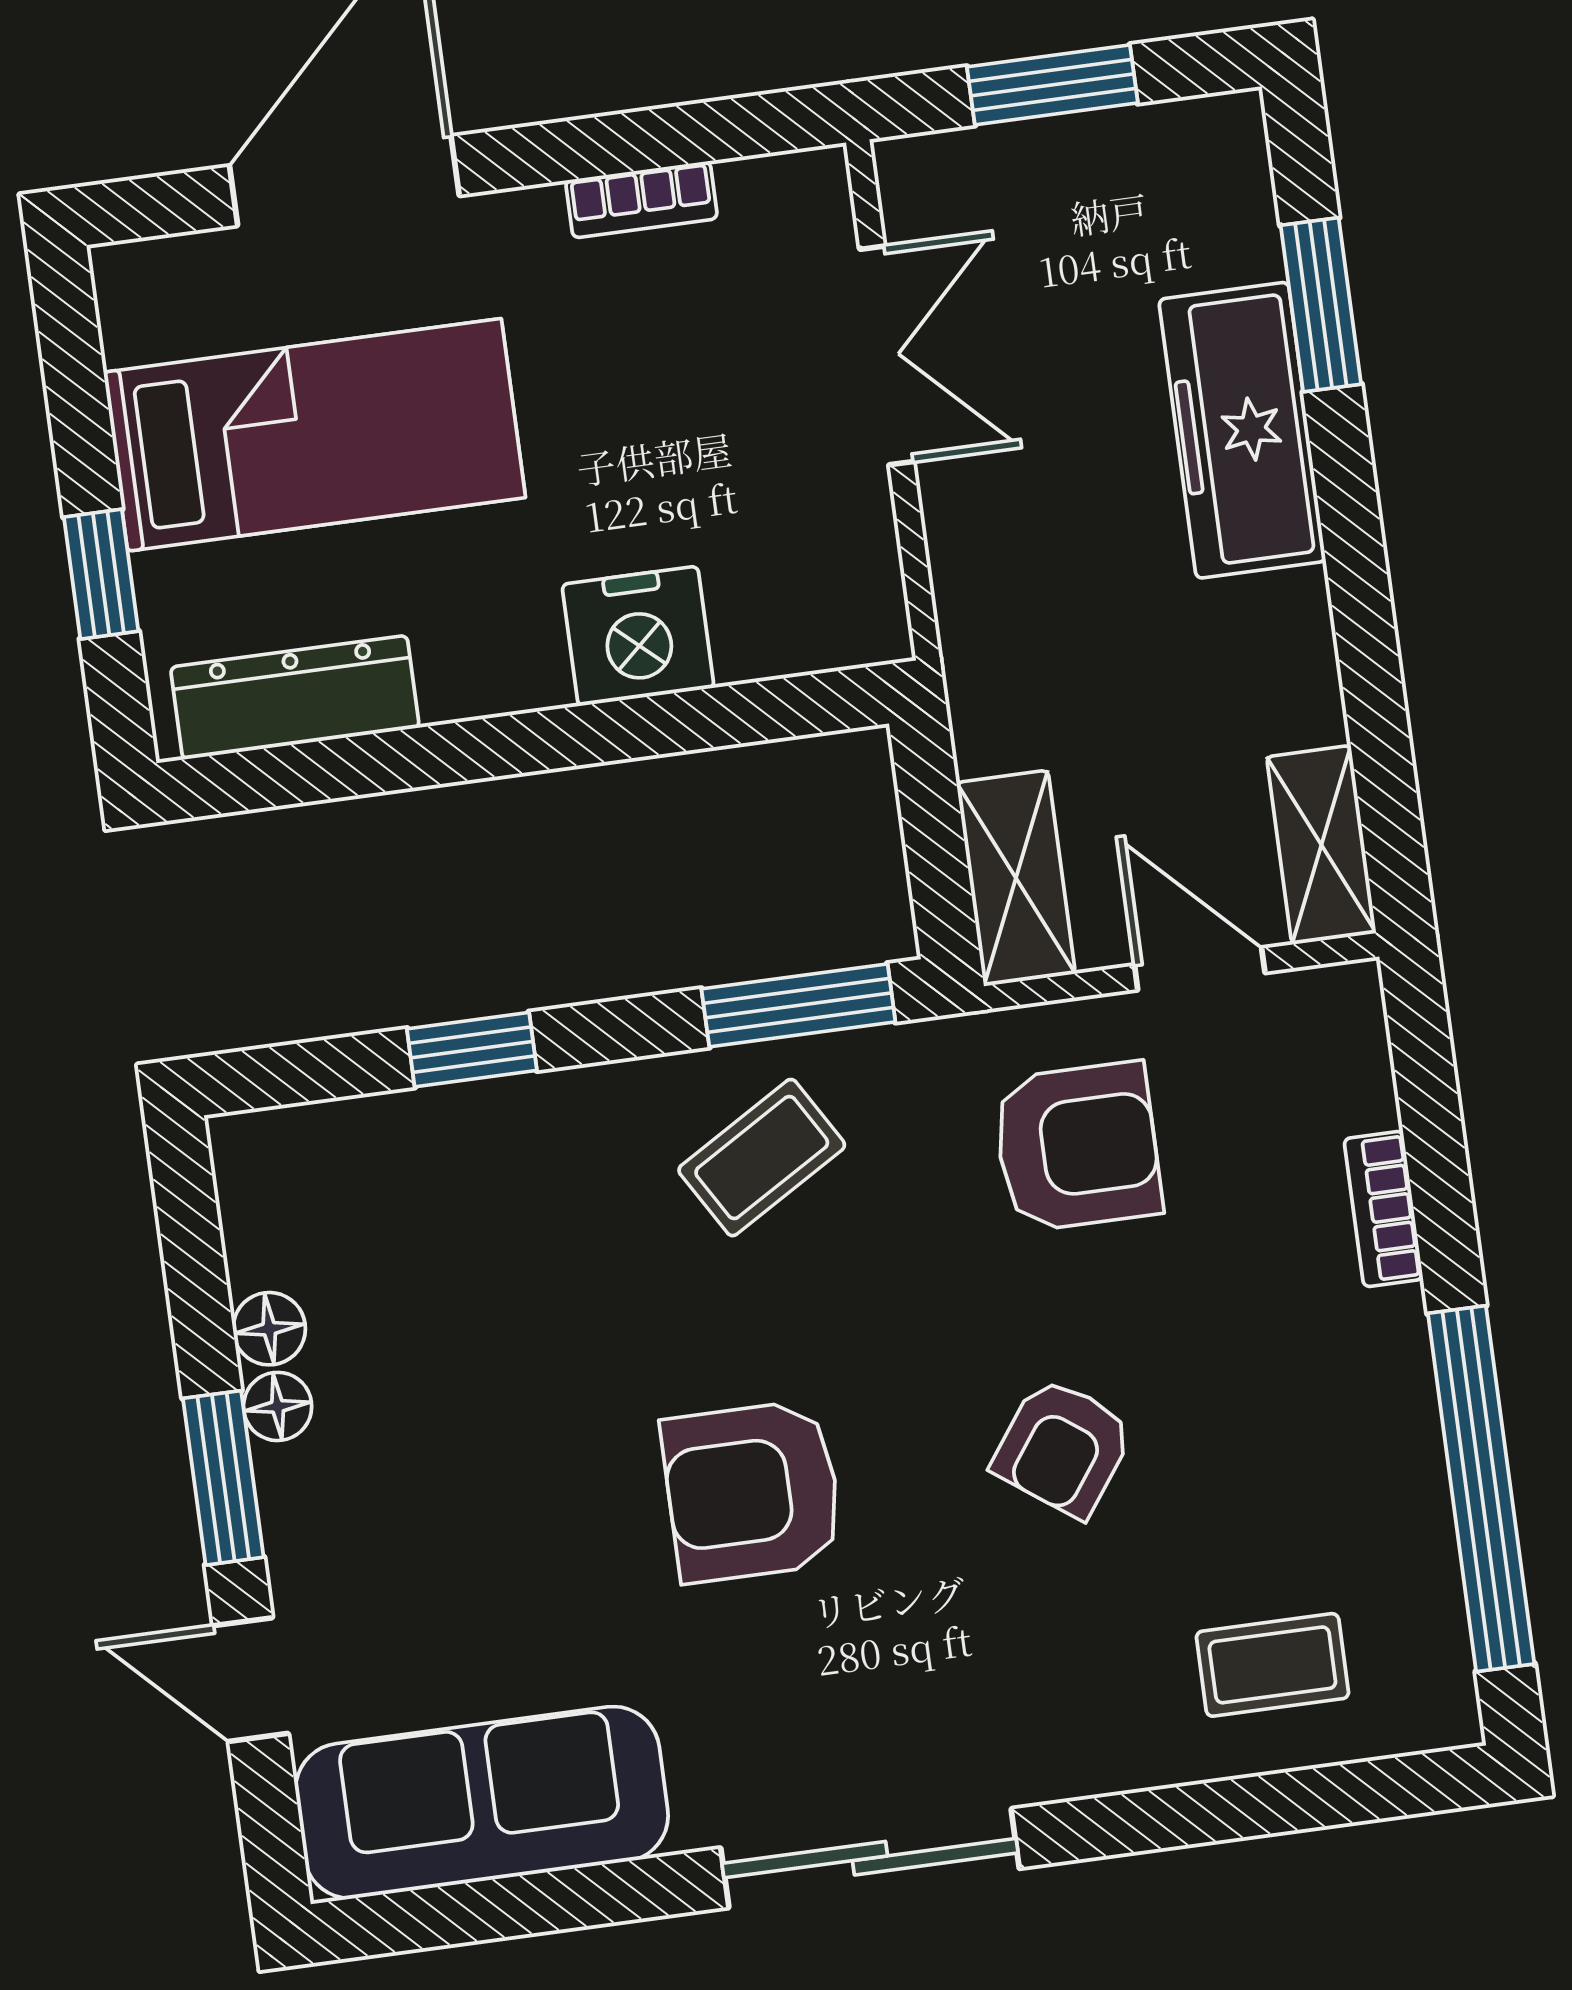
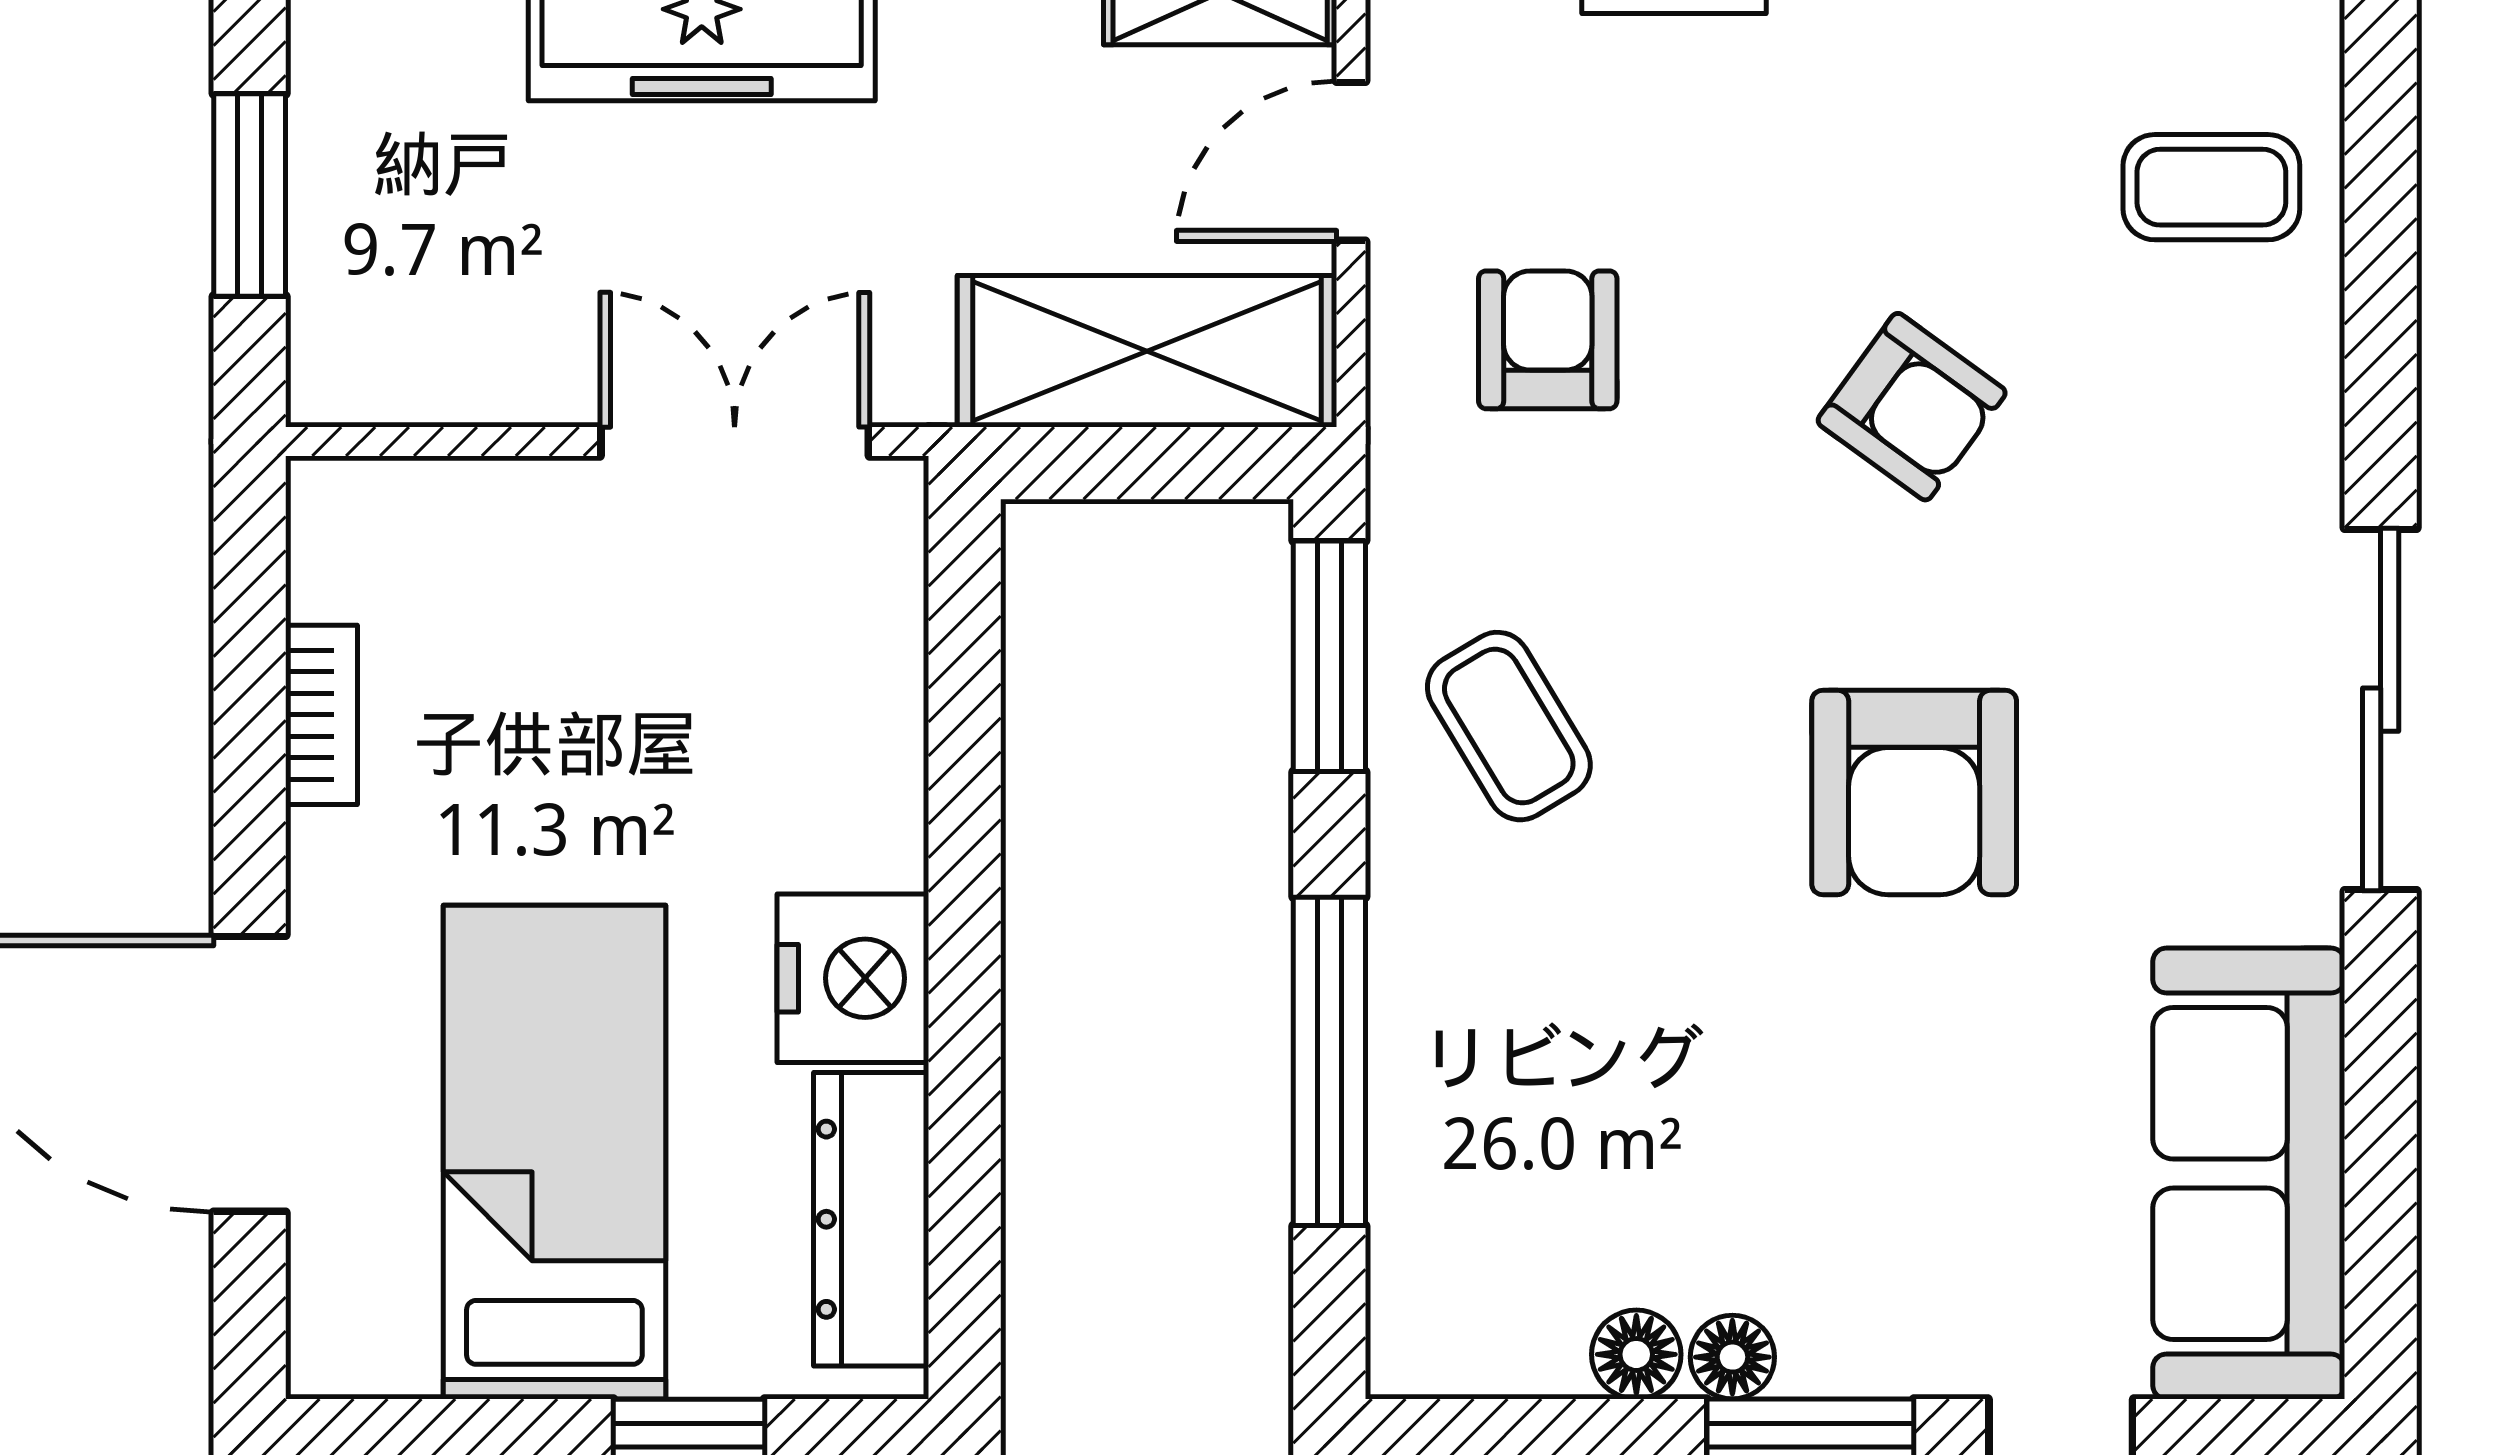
double door: (887, 355) -> (735, 442), moved
nightstand: (638, 636) -> (853, 978), moved
shelving: (1016, 878) -> (1147, 351), width x1.50, depth x1.33
window: (472, 1050) -> (1329, 1061), width x2.17
armchair: (1077, 1147) -> (1548, 340), width x0.72, depth x0.72
coffee table: (1272, 1665) -> (2211, 187), turned 90

